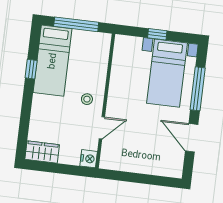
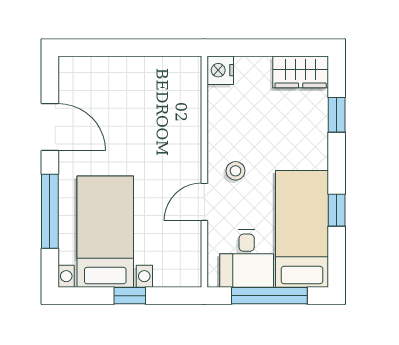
desk: (87, 48) -> (247, 258), added
window: (24, 125) -> (337, 115), added
door: (102, 128) -> (204, 202), moved

